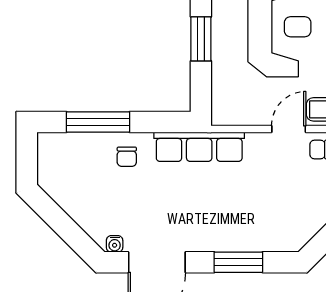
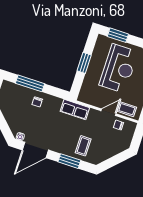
row of seats: (199, 147) -> (75, 110), width x0.68
coffee table: (257, 220) -> (83, 146), added

